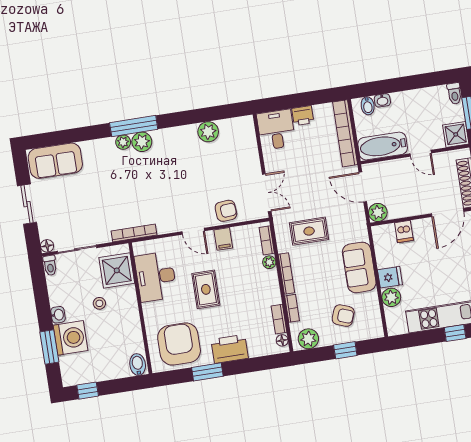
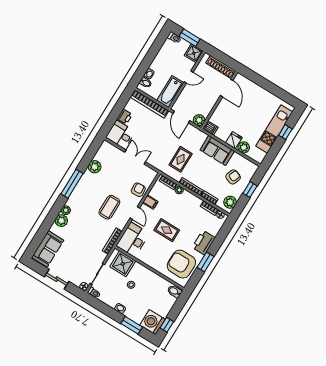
window: (134, 126) -> (72, 184), moved
plant: (142, 142) -> (61, 221), moved
door: (363, 187) -> (181, 117), hinge flipped
coffee table: (173, 193) -> (109, 207), added
double door: (267, 193) -> (135, 157), moved
door: (193, 231) -> (135, 213), hinge flipped
dishwasher: (404, 231) -> (210, 128), moved
desk: (156, 277) -> (133, 240), moved, turned 90
washing machine: (70, 338) -> (152, 322), moved, turned -90

